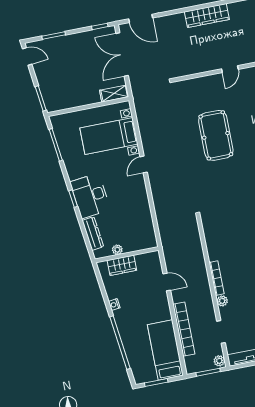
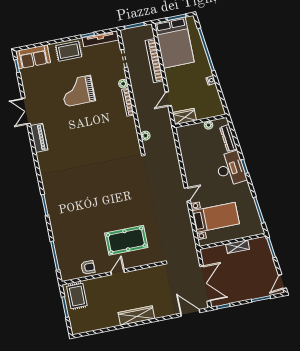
door: (27, 57) -> (282, 282), hinge flipped
shelving: (114, 94) -> (238, 247), moved
pool table: (216, 135) -> (126, 240), moved, turned 90
wardrobe: (122, 265) -> (184, 116), moved
door: (167, 282) -> (168, 99), hinge flipped
bed: (165, 350) -> (174, 43), width x1.50
plant: (219, 361) -> (145, 136), moved

